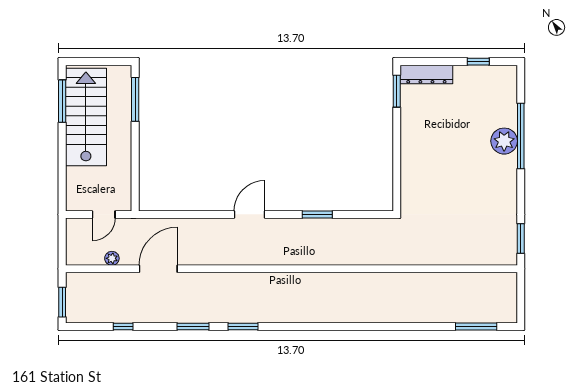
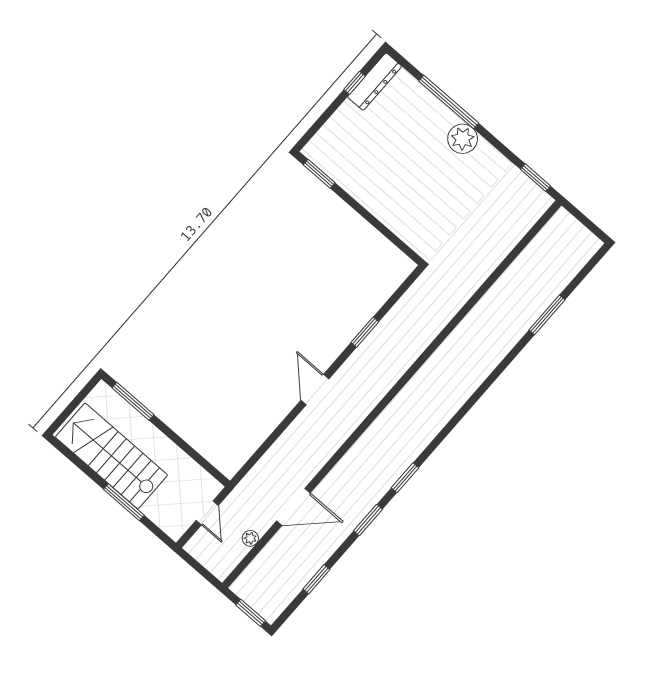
dresser: (426, 74) -> (375, 82), moved
window: (62, 101) -> (124, 502), moved
plant: (504, 141) -> (463, 139), moved
door: (158, 269) -> (293, 507), swing flipped
window: (123, 327) -> (316, 579), width x1.50
window: (476, 327) -> (547, 315), moved

